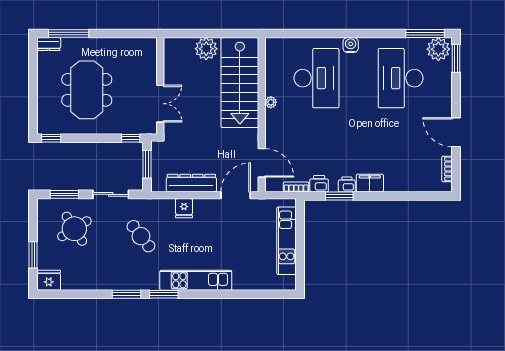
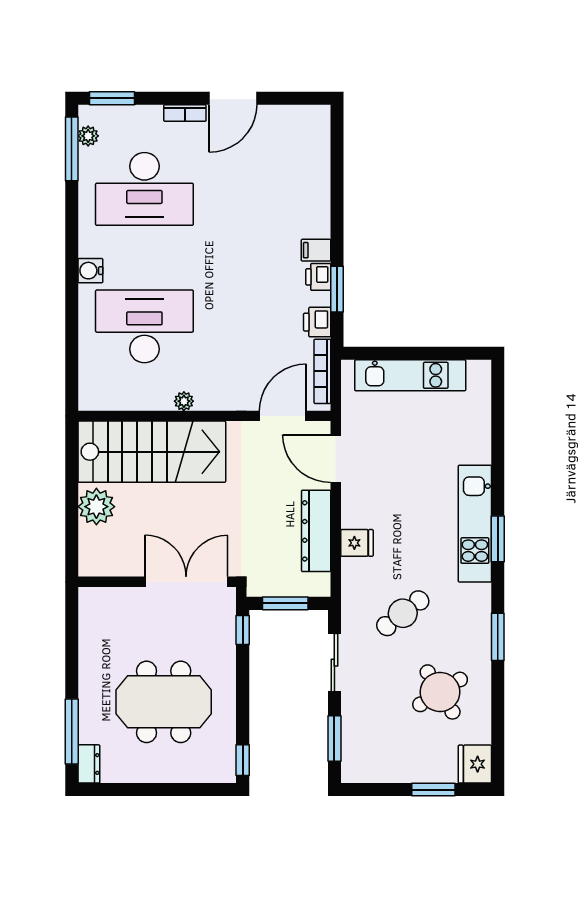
plant: (438, 49) -> (88, 136), width x0.53, depth x0.53
double door: (160, 104) -> (186, 582), width x1.37
bookcase: (447, 169) -> (185, 113), moved
filing cabinet: (370, 183) -> (316, 250), width x0.50
bookcase: (296, 187) -> (322, 371), width x1.56
round table: (74, 229) -> (440, 692), moved
window: (164, 294) -> (498, 539), moved

